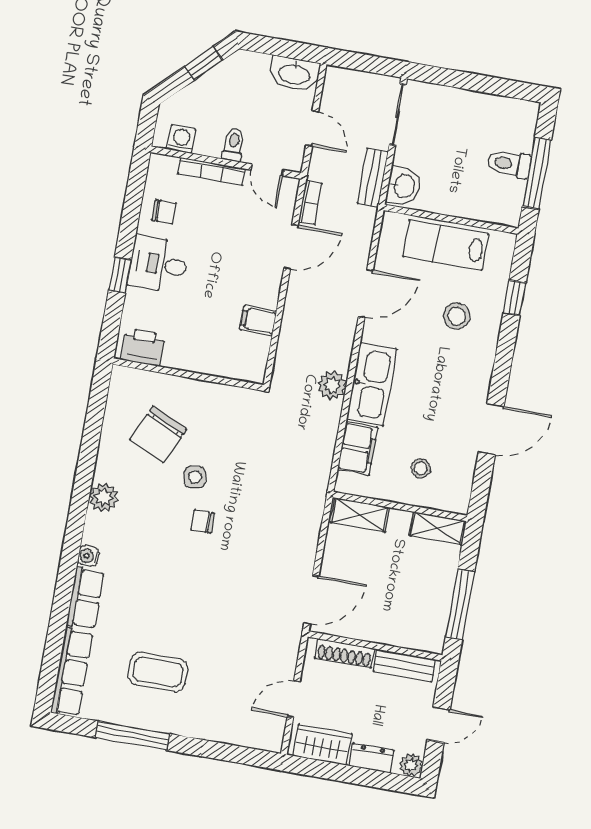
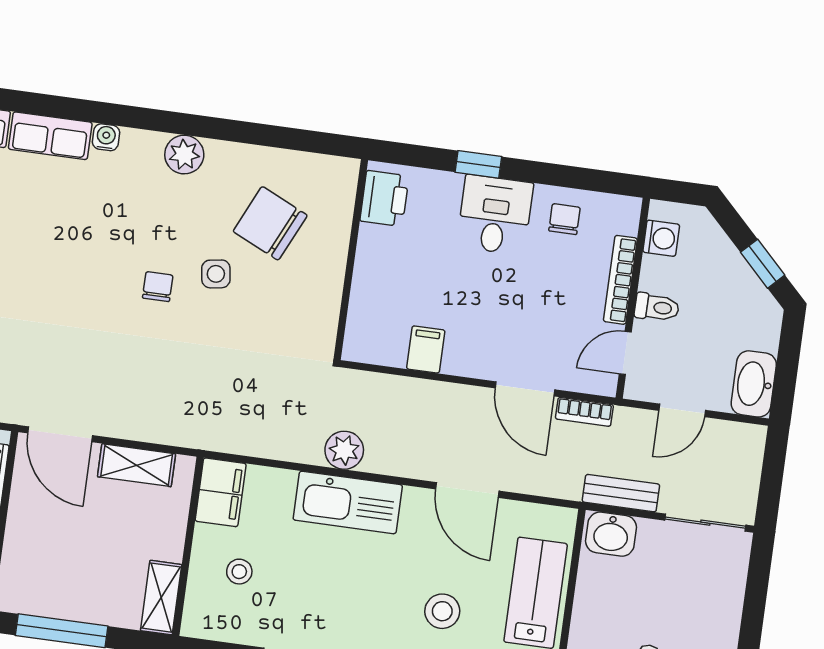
chair: (164, 212) -> (564, 219), turned 180
filing cabinet: (357, 449) -> (221, 492), moved, turned -90
shelving: (360, 515) -> (137, 465), moved, turned 90

